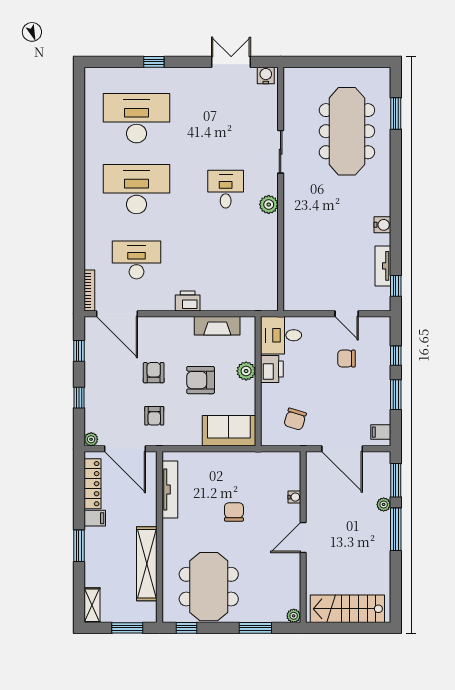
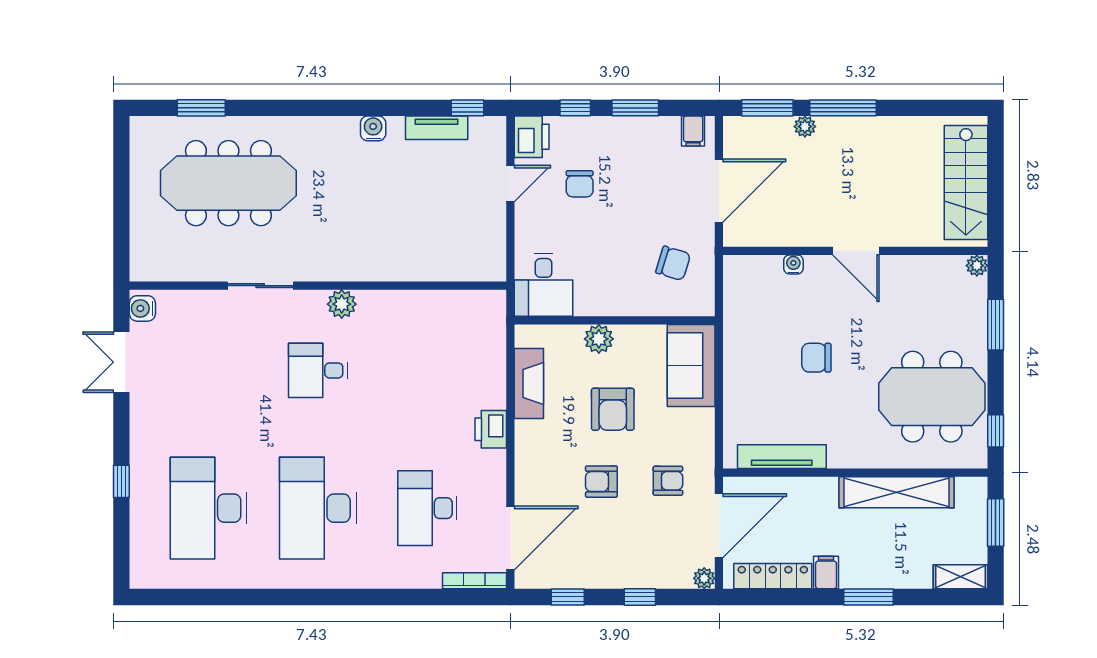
printer: (272, 369) -> (532, 137), moved, turned 90

